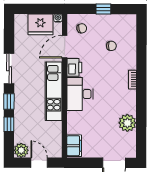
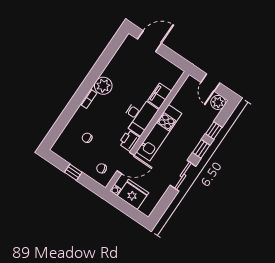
plant: (127, 123) -> (103, 86), moved
filing cabinet: (74, 146) -> (160, 96), moved

